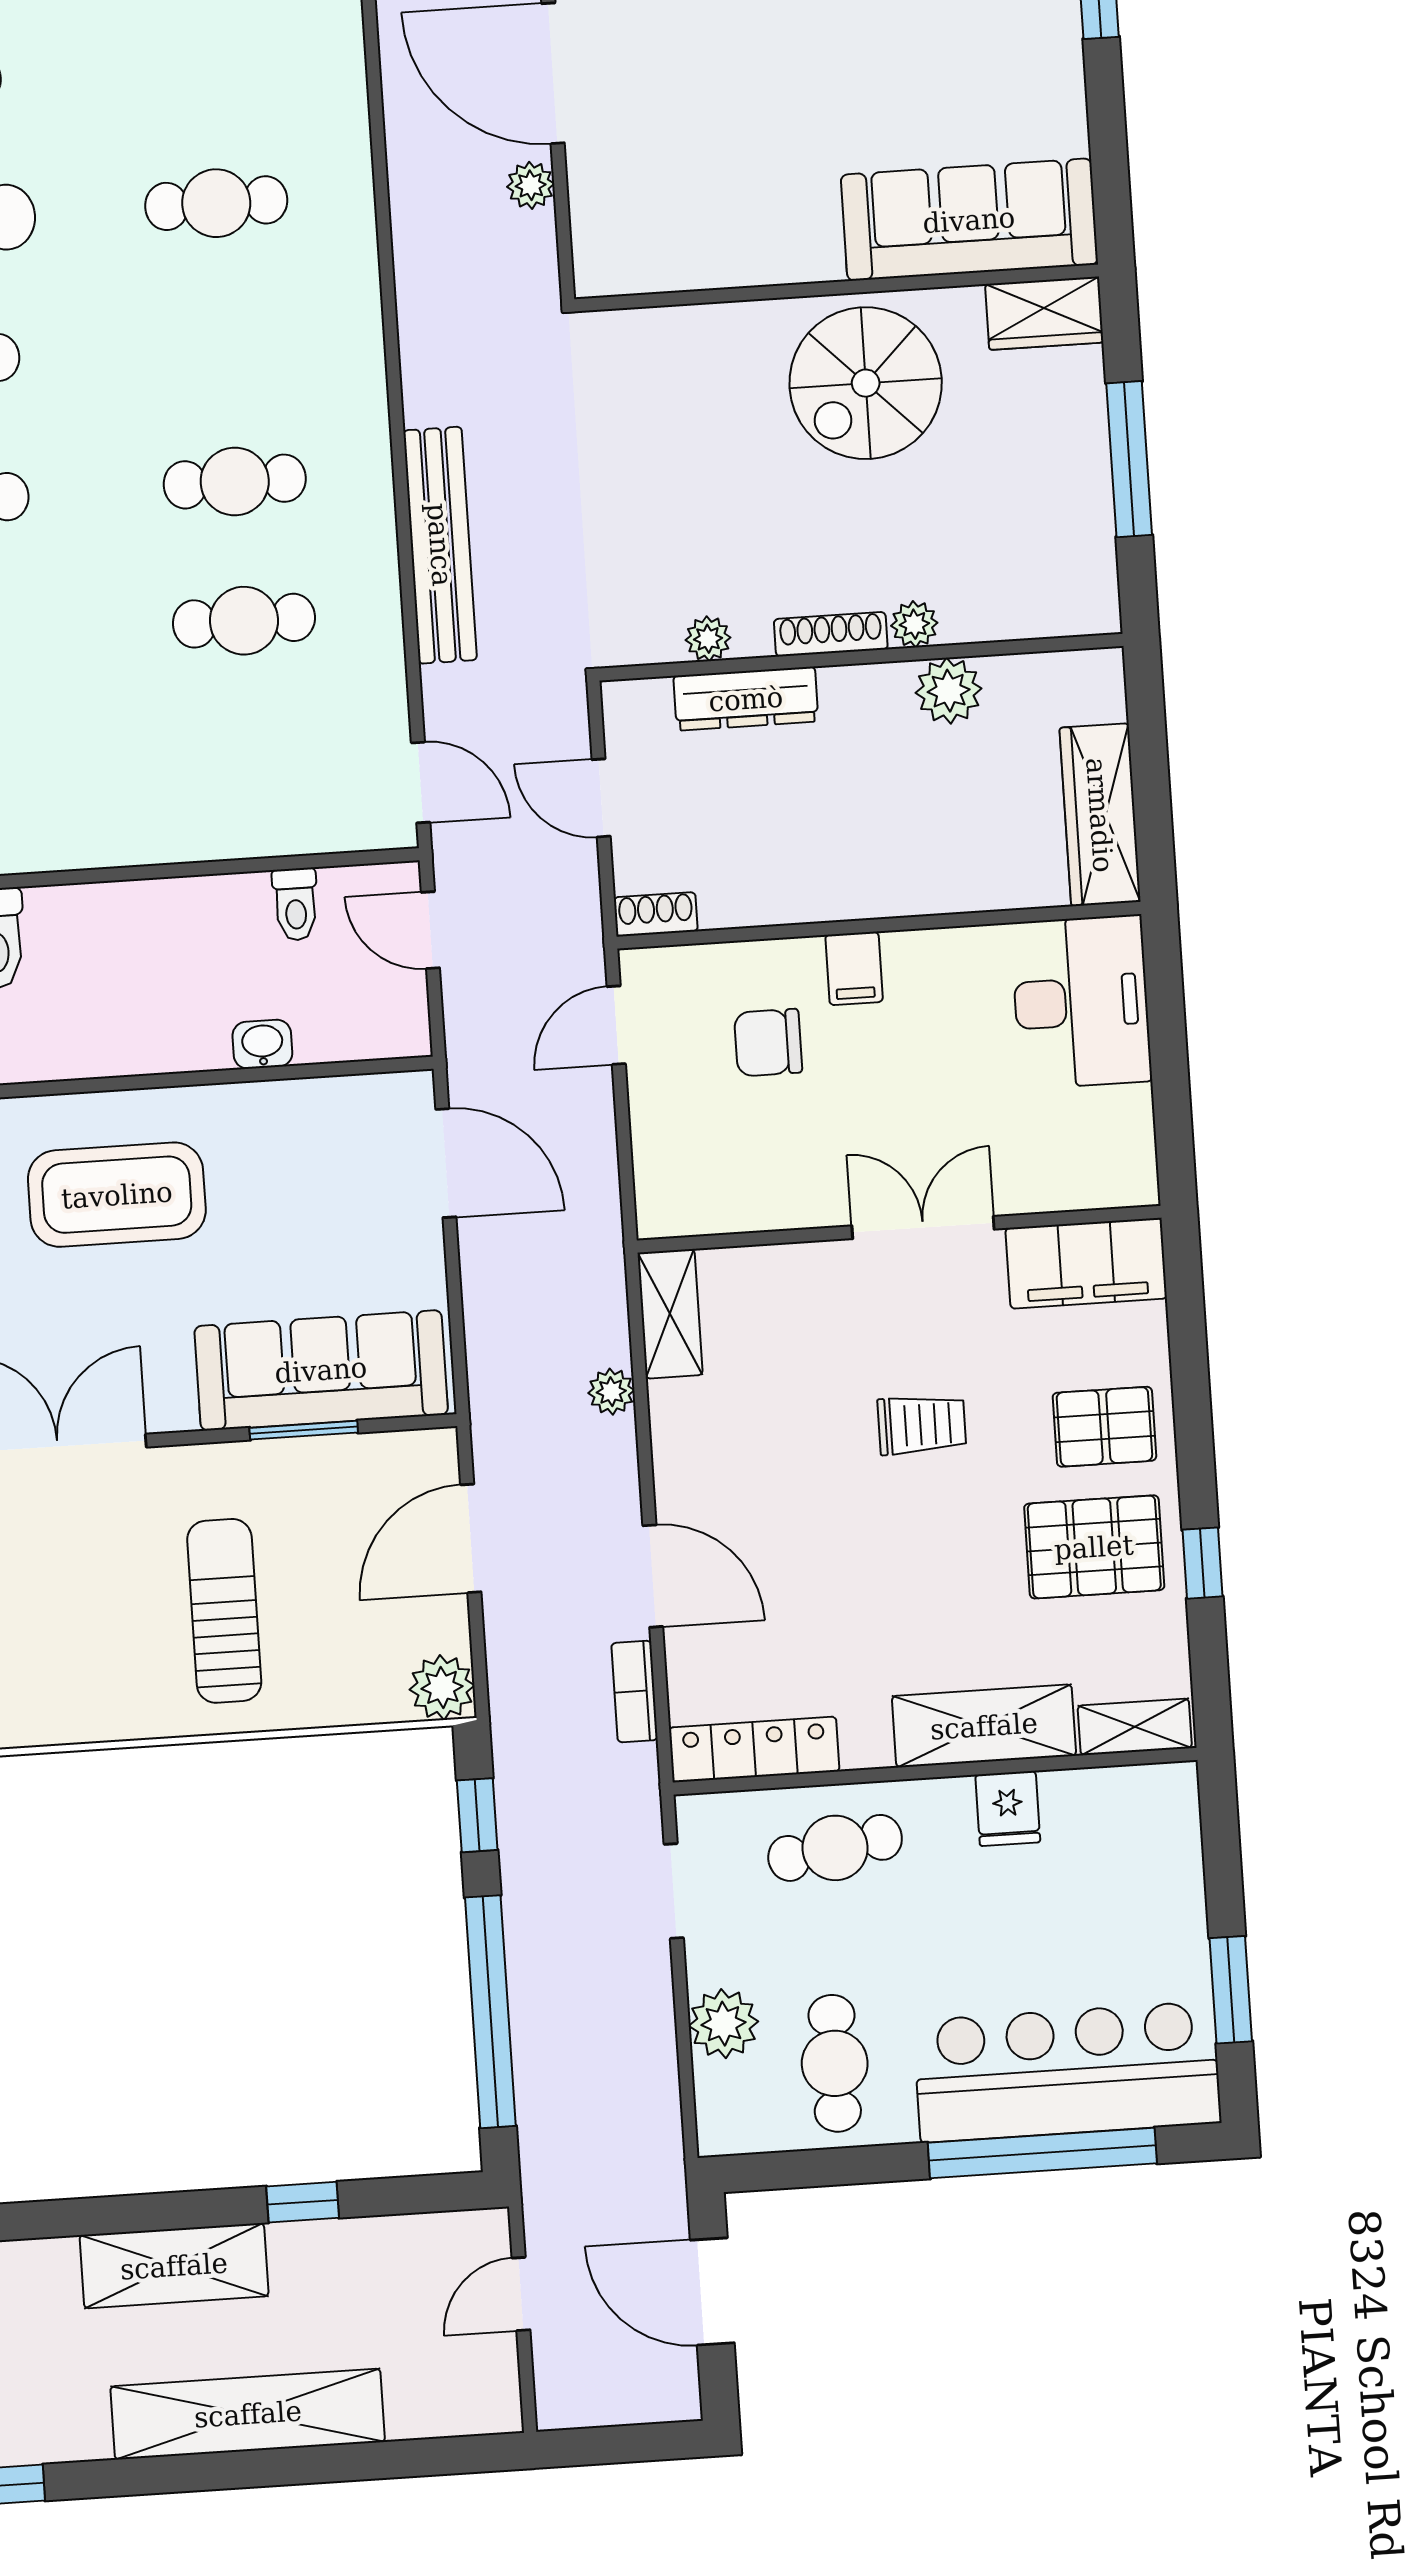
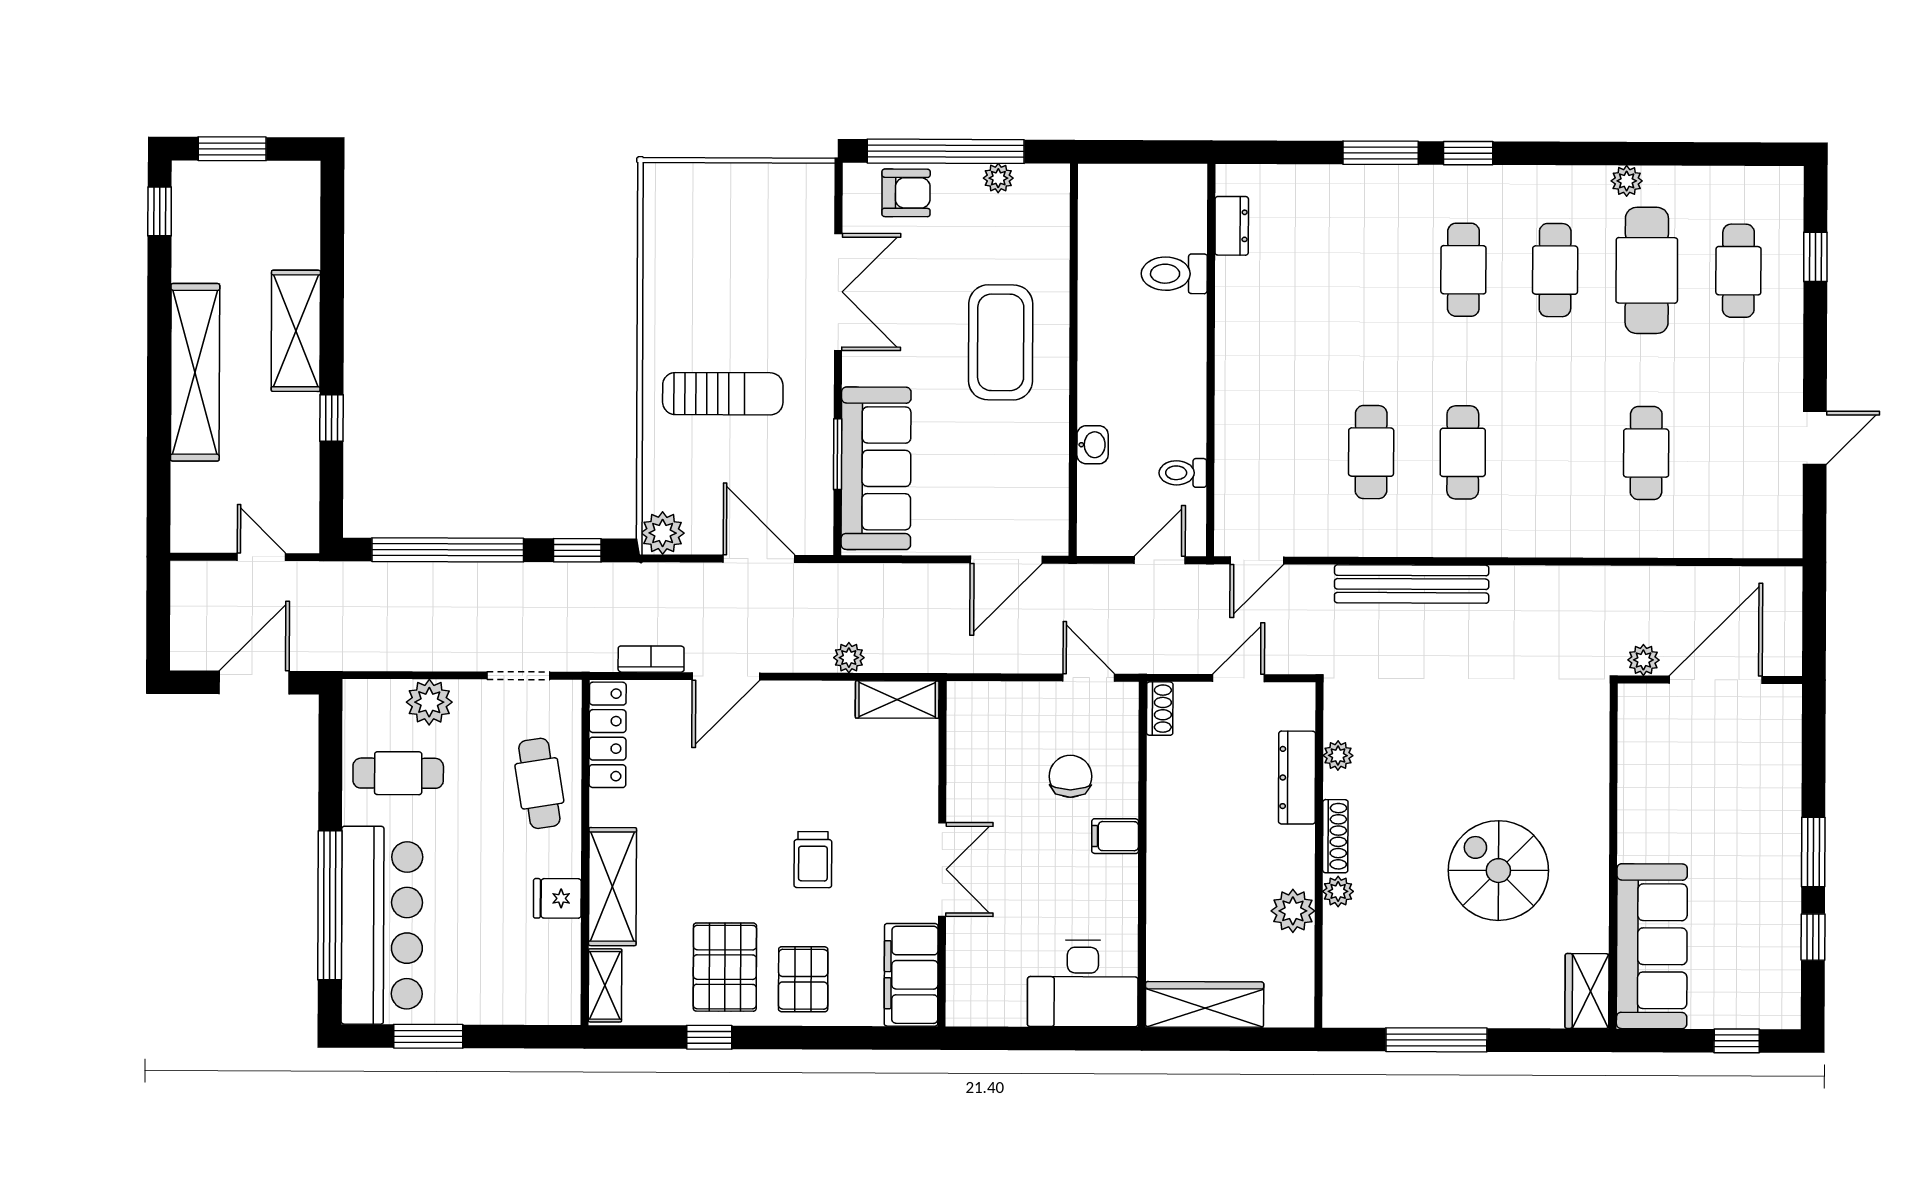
sofa: (969, 220) -> (1652, 946), moved
wall: (837, 288) -> (1613, 856), moved
wardrobe: (1044, 313) -> (1587, 991), moved

